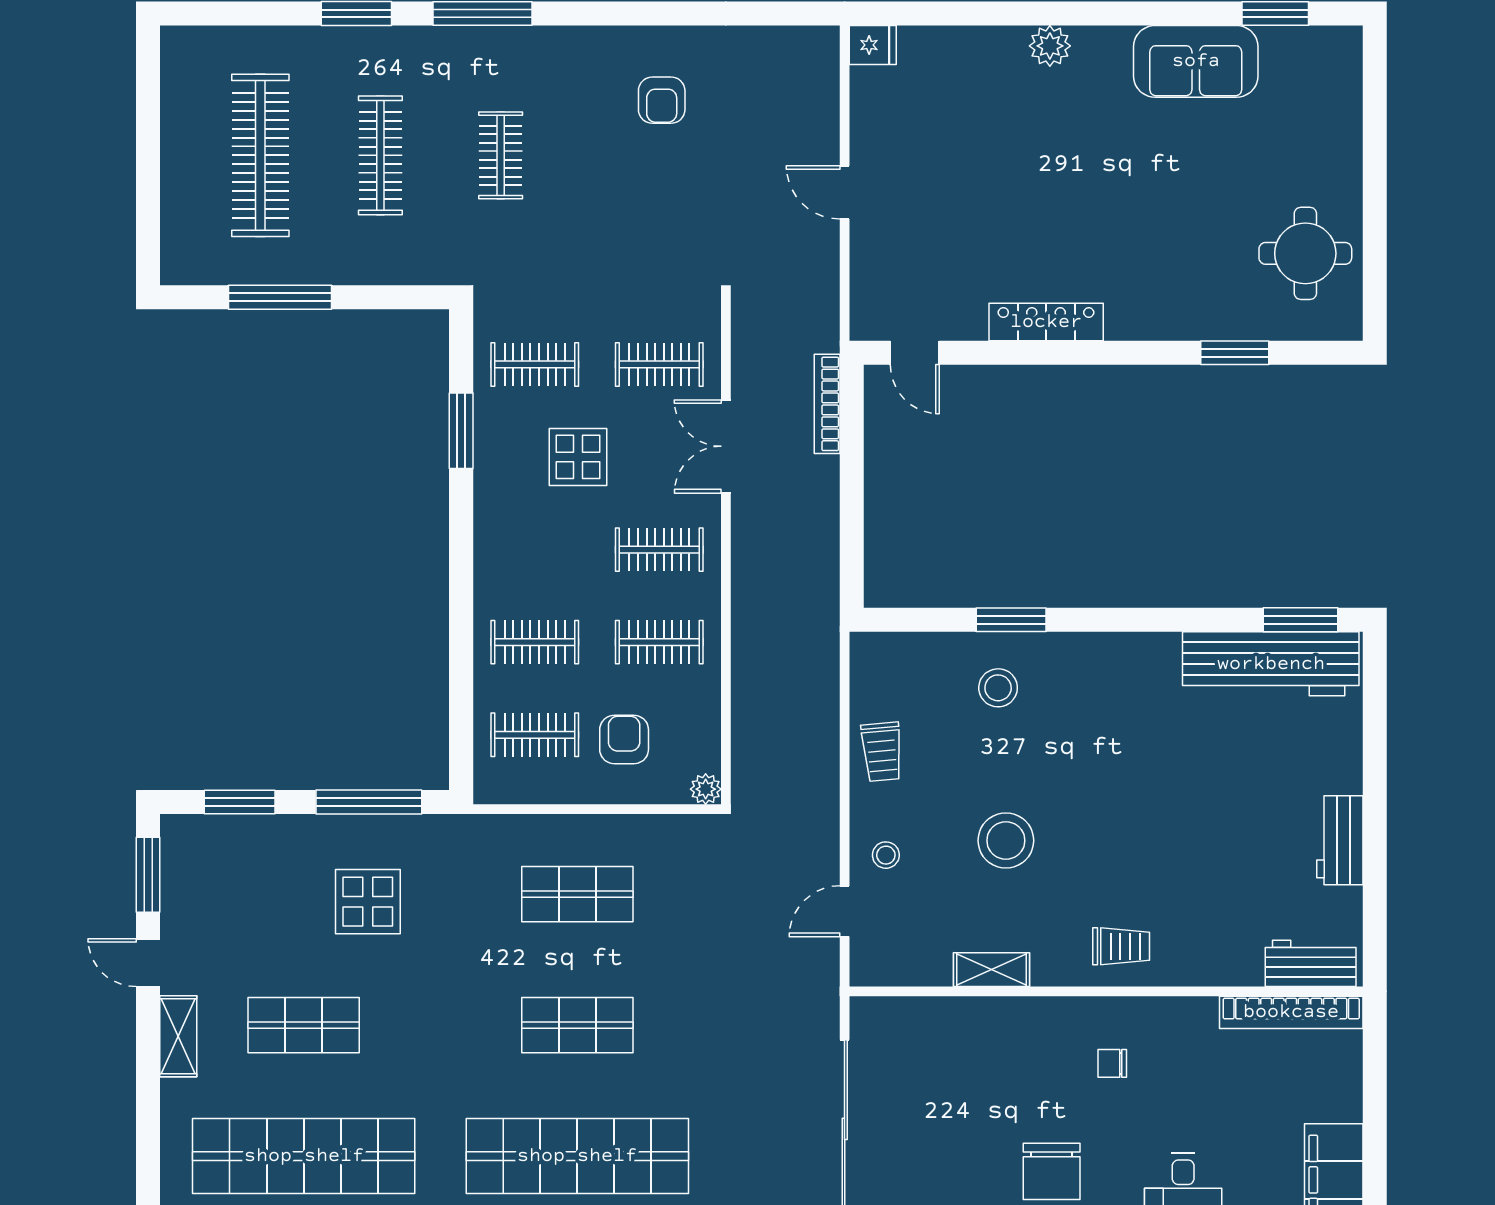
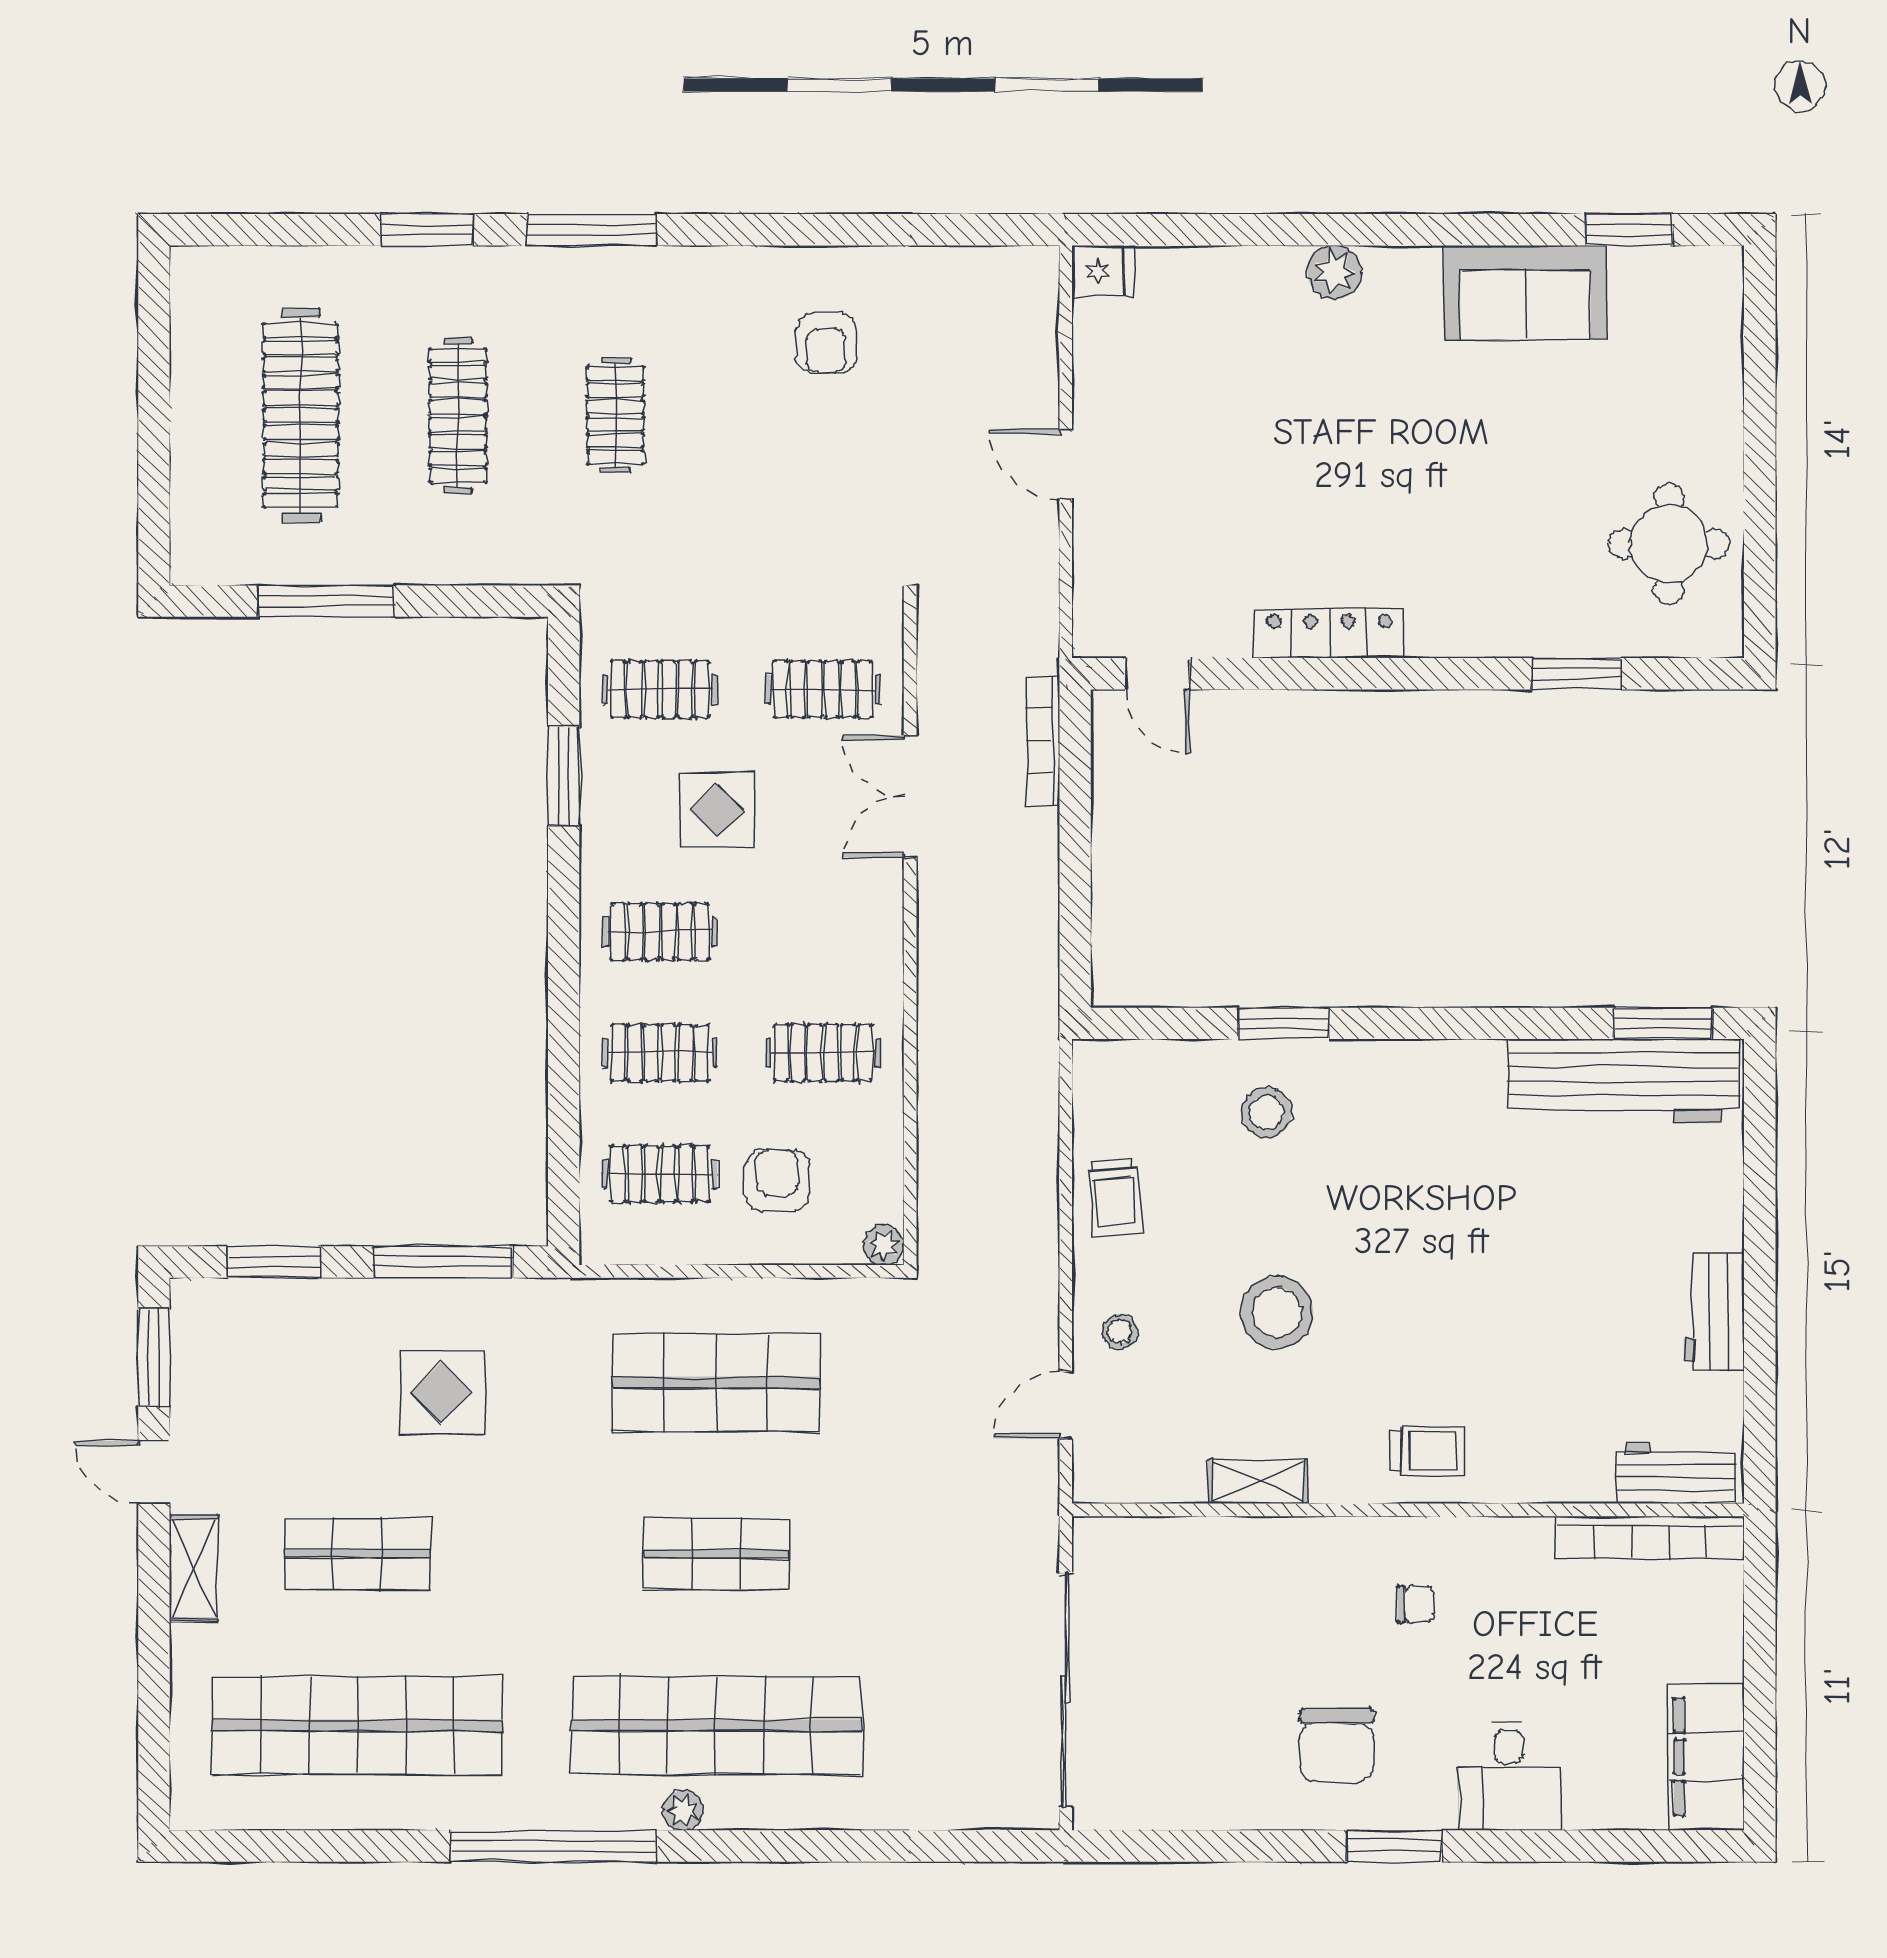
clothes rail: (659, 550) -> (660, 932), moved
shop shelf: (577, 894) -> (716, 1383), width x1.43, depth x1.36
chair: (1112, 1063) -> (1416, 1604), turned 180

